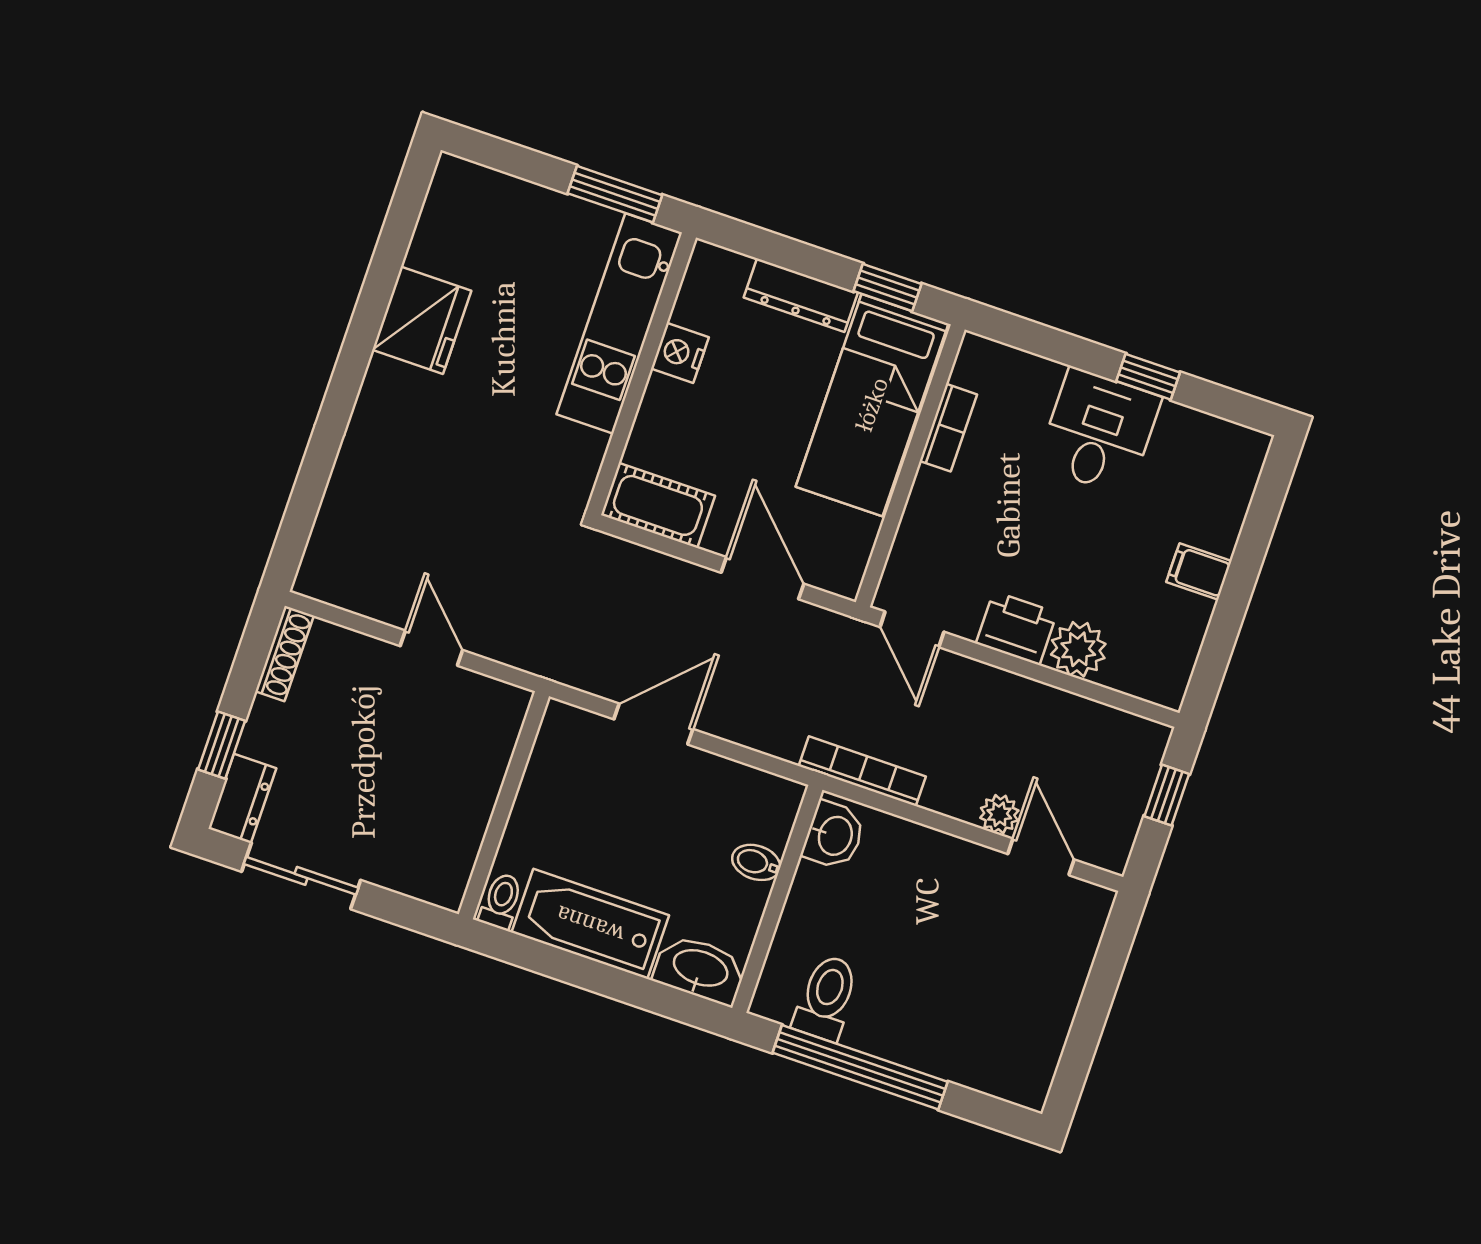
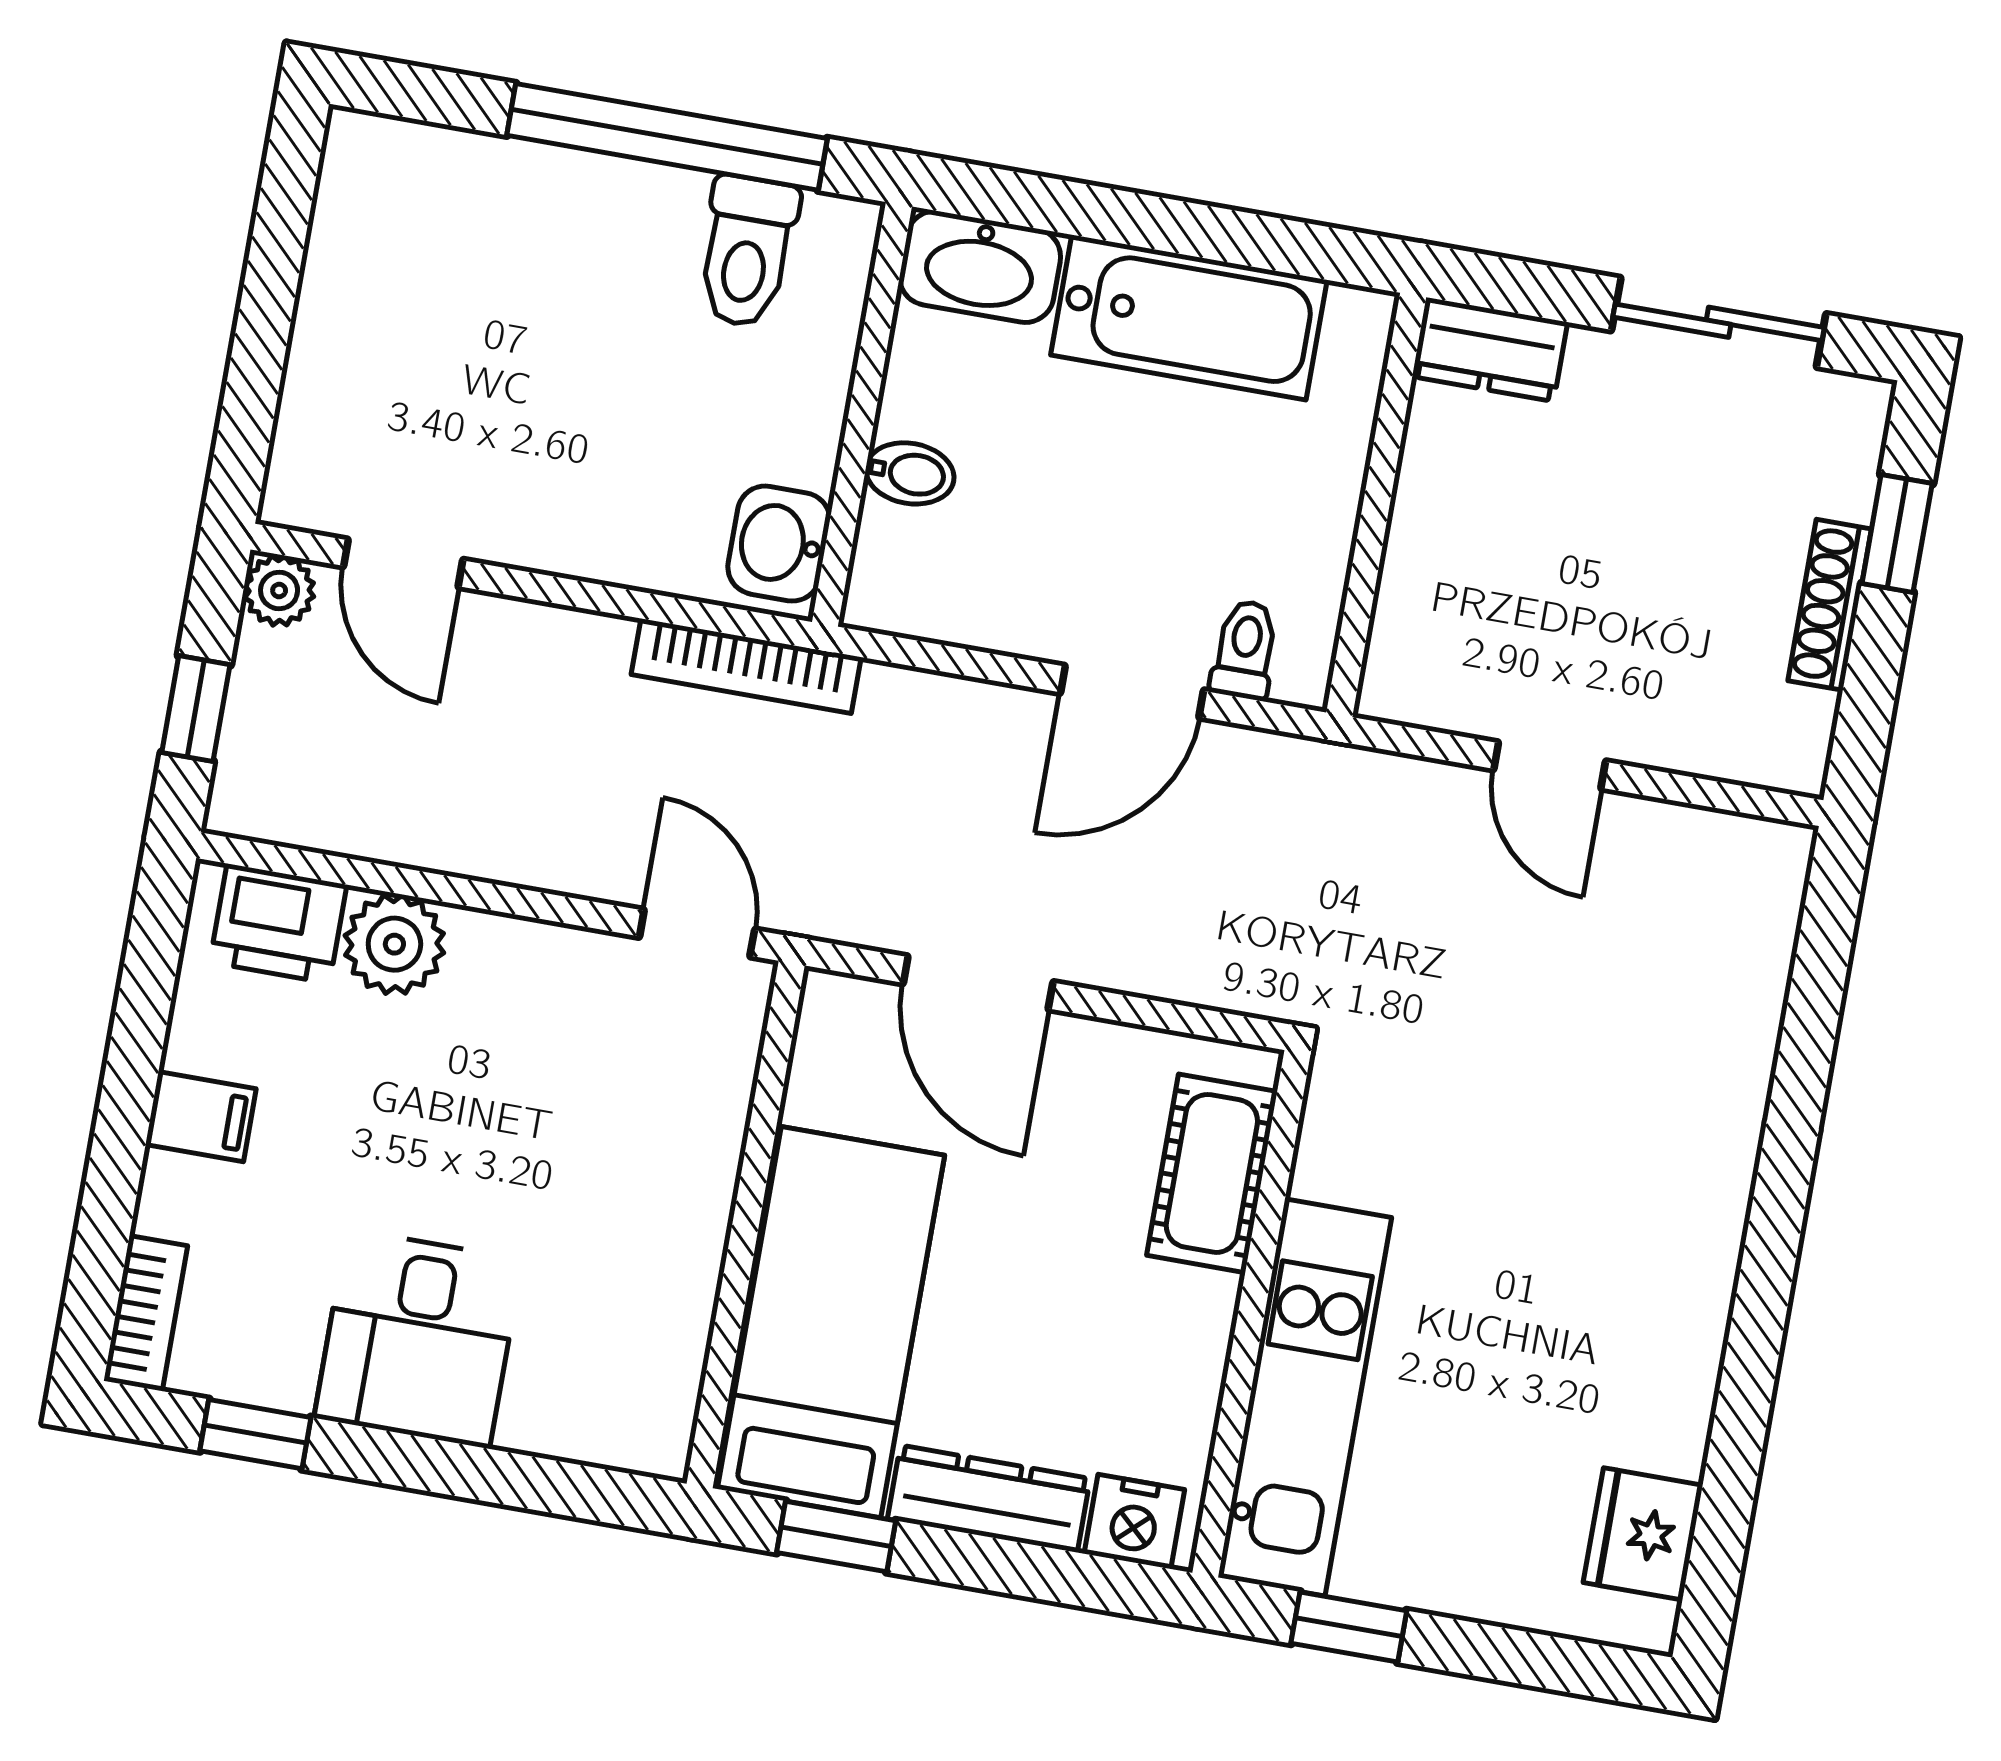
window: (615, 194) -> (1349, 1627), width x0.67
fridge: (422, 320) -> (1643, 1534), moved, width x0.73, depth x0.75
nightstand: (680, 353) -> (1134, 1522), moved, turned 90
window: (1148, 377) -> (255, 1434), moved
bookcase: (948, 428) -> (146, 1313), moved, turned 180
cot: (658, 505) -> (1212, 1173), moved, turned 90
printer: (1016, 628) -> (278, 924), moved
shoe rack: (285, 653) -> (1830, 605), moved
dresser: (242, 798) -> (1490, 350), moved, turned -90
plant: (999, 814) -> (279, 590), moved
toilet: (501, 901) -> (1245, 650), moved, turned 180

